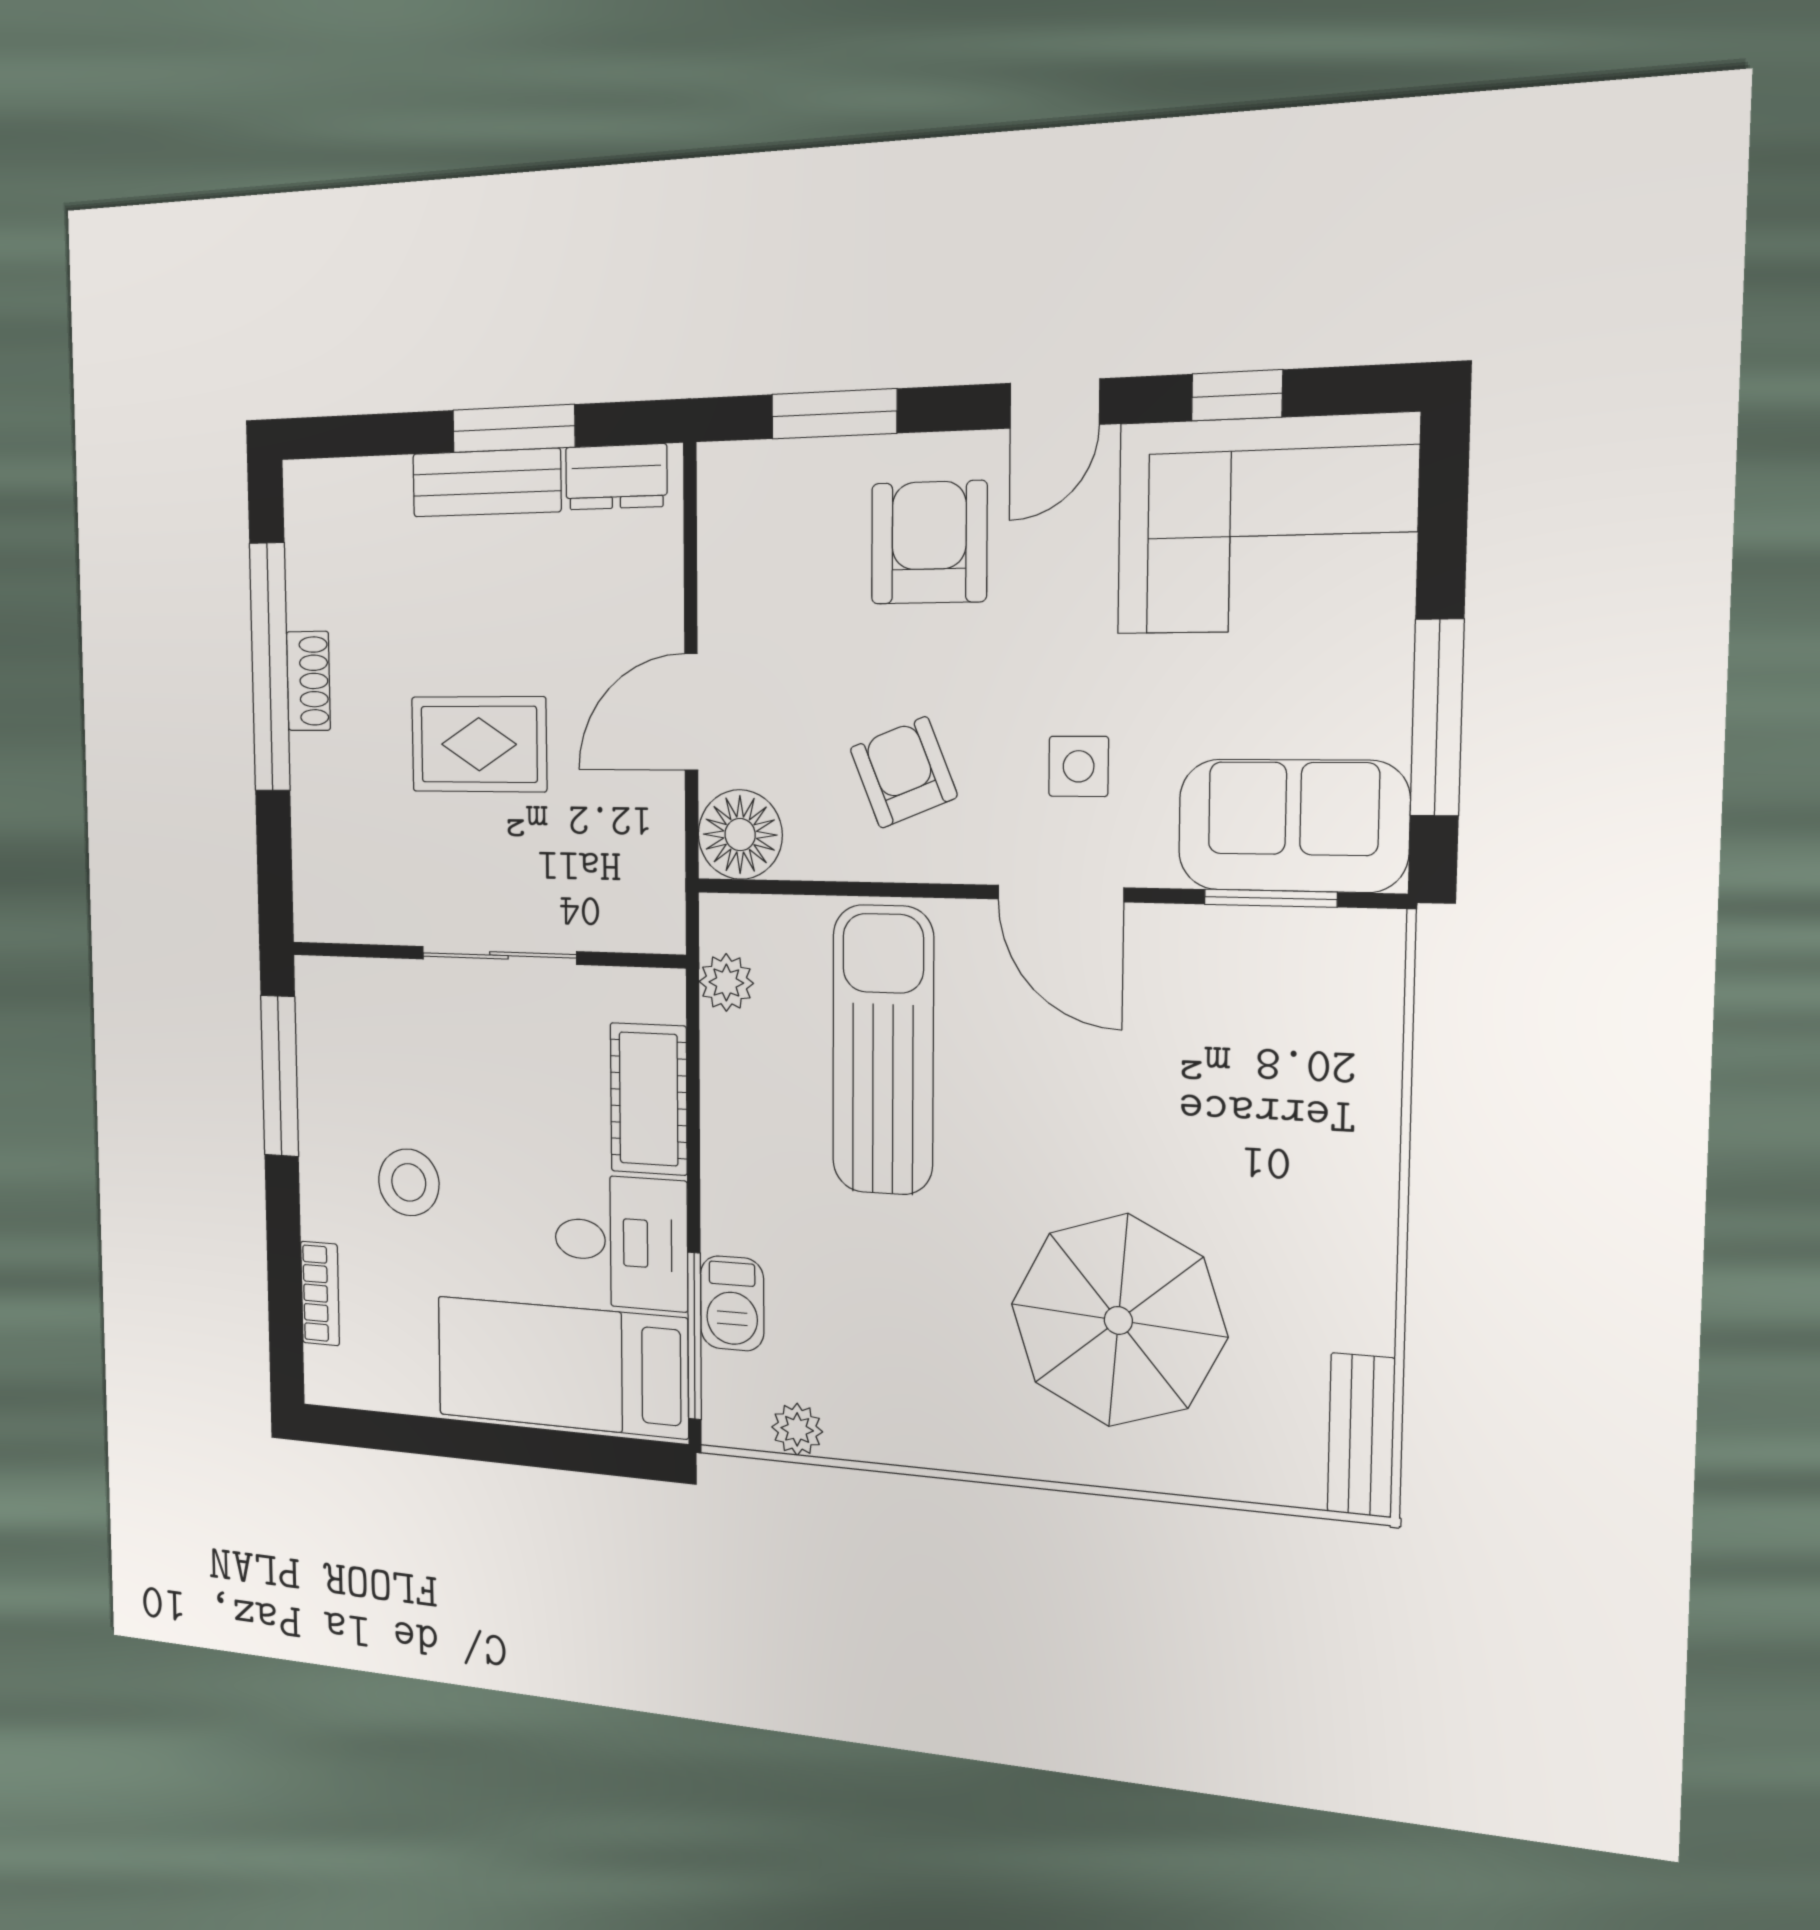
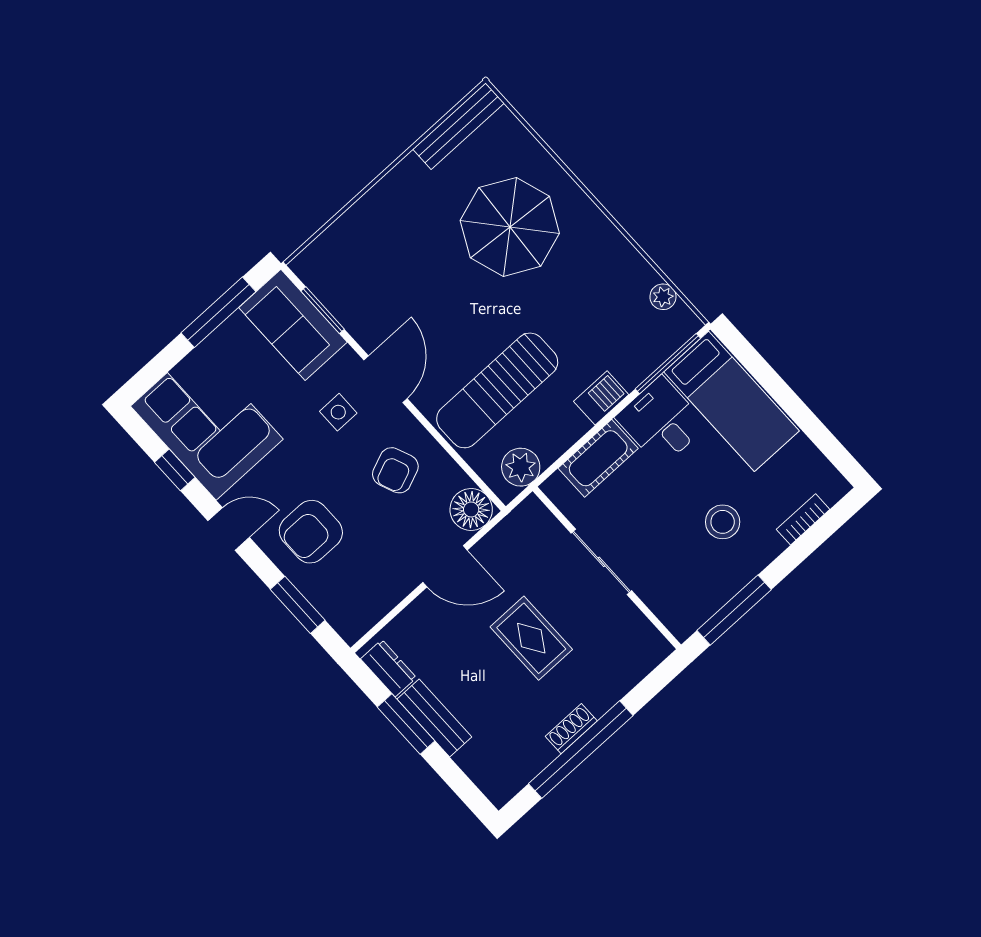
plant: (726, 982) -> (521, 467), width x1.38, depth x1.38
barbecue: (732, 1303) -> (601, 398), moved
bench: (1361, 1435) -> (458, 126), width x1.36

